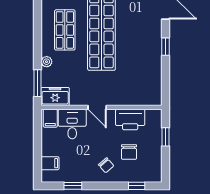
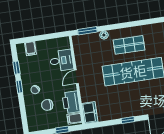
freezer: (55, 96) -> (90, 113), moved
filing cabinet: (50, 118) -> (74, 118), moved
window: (137, 186) -> (19, 87), moved

